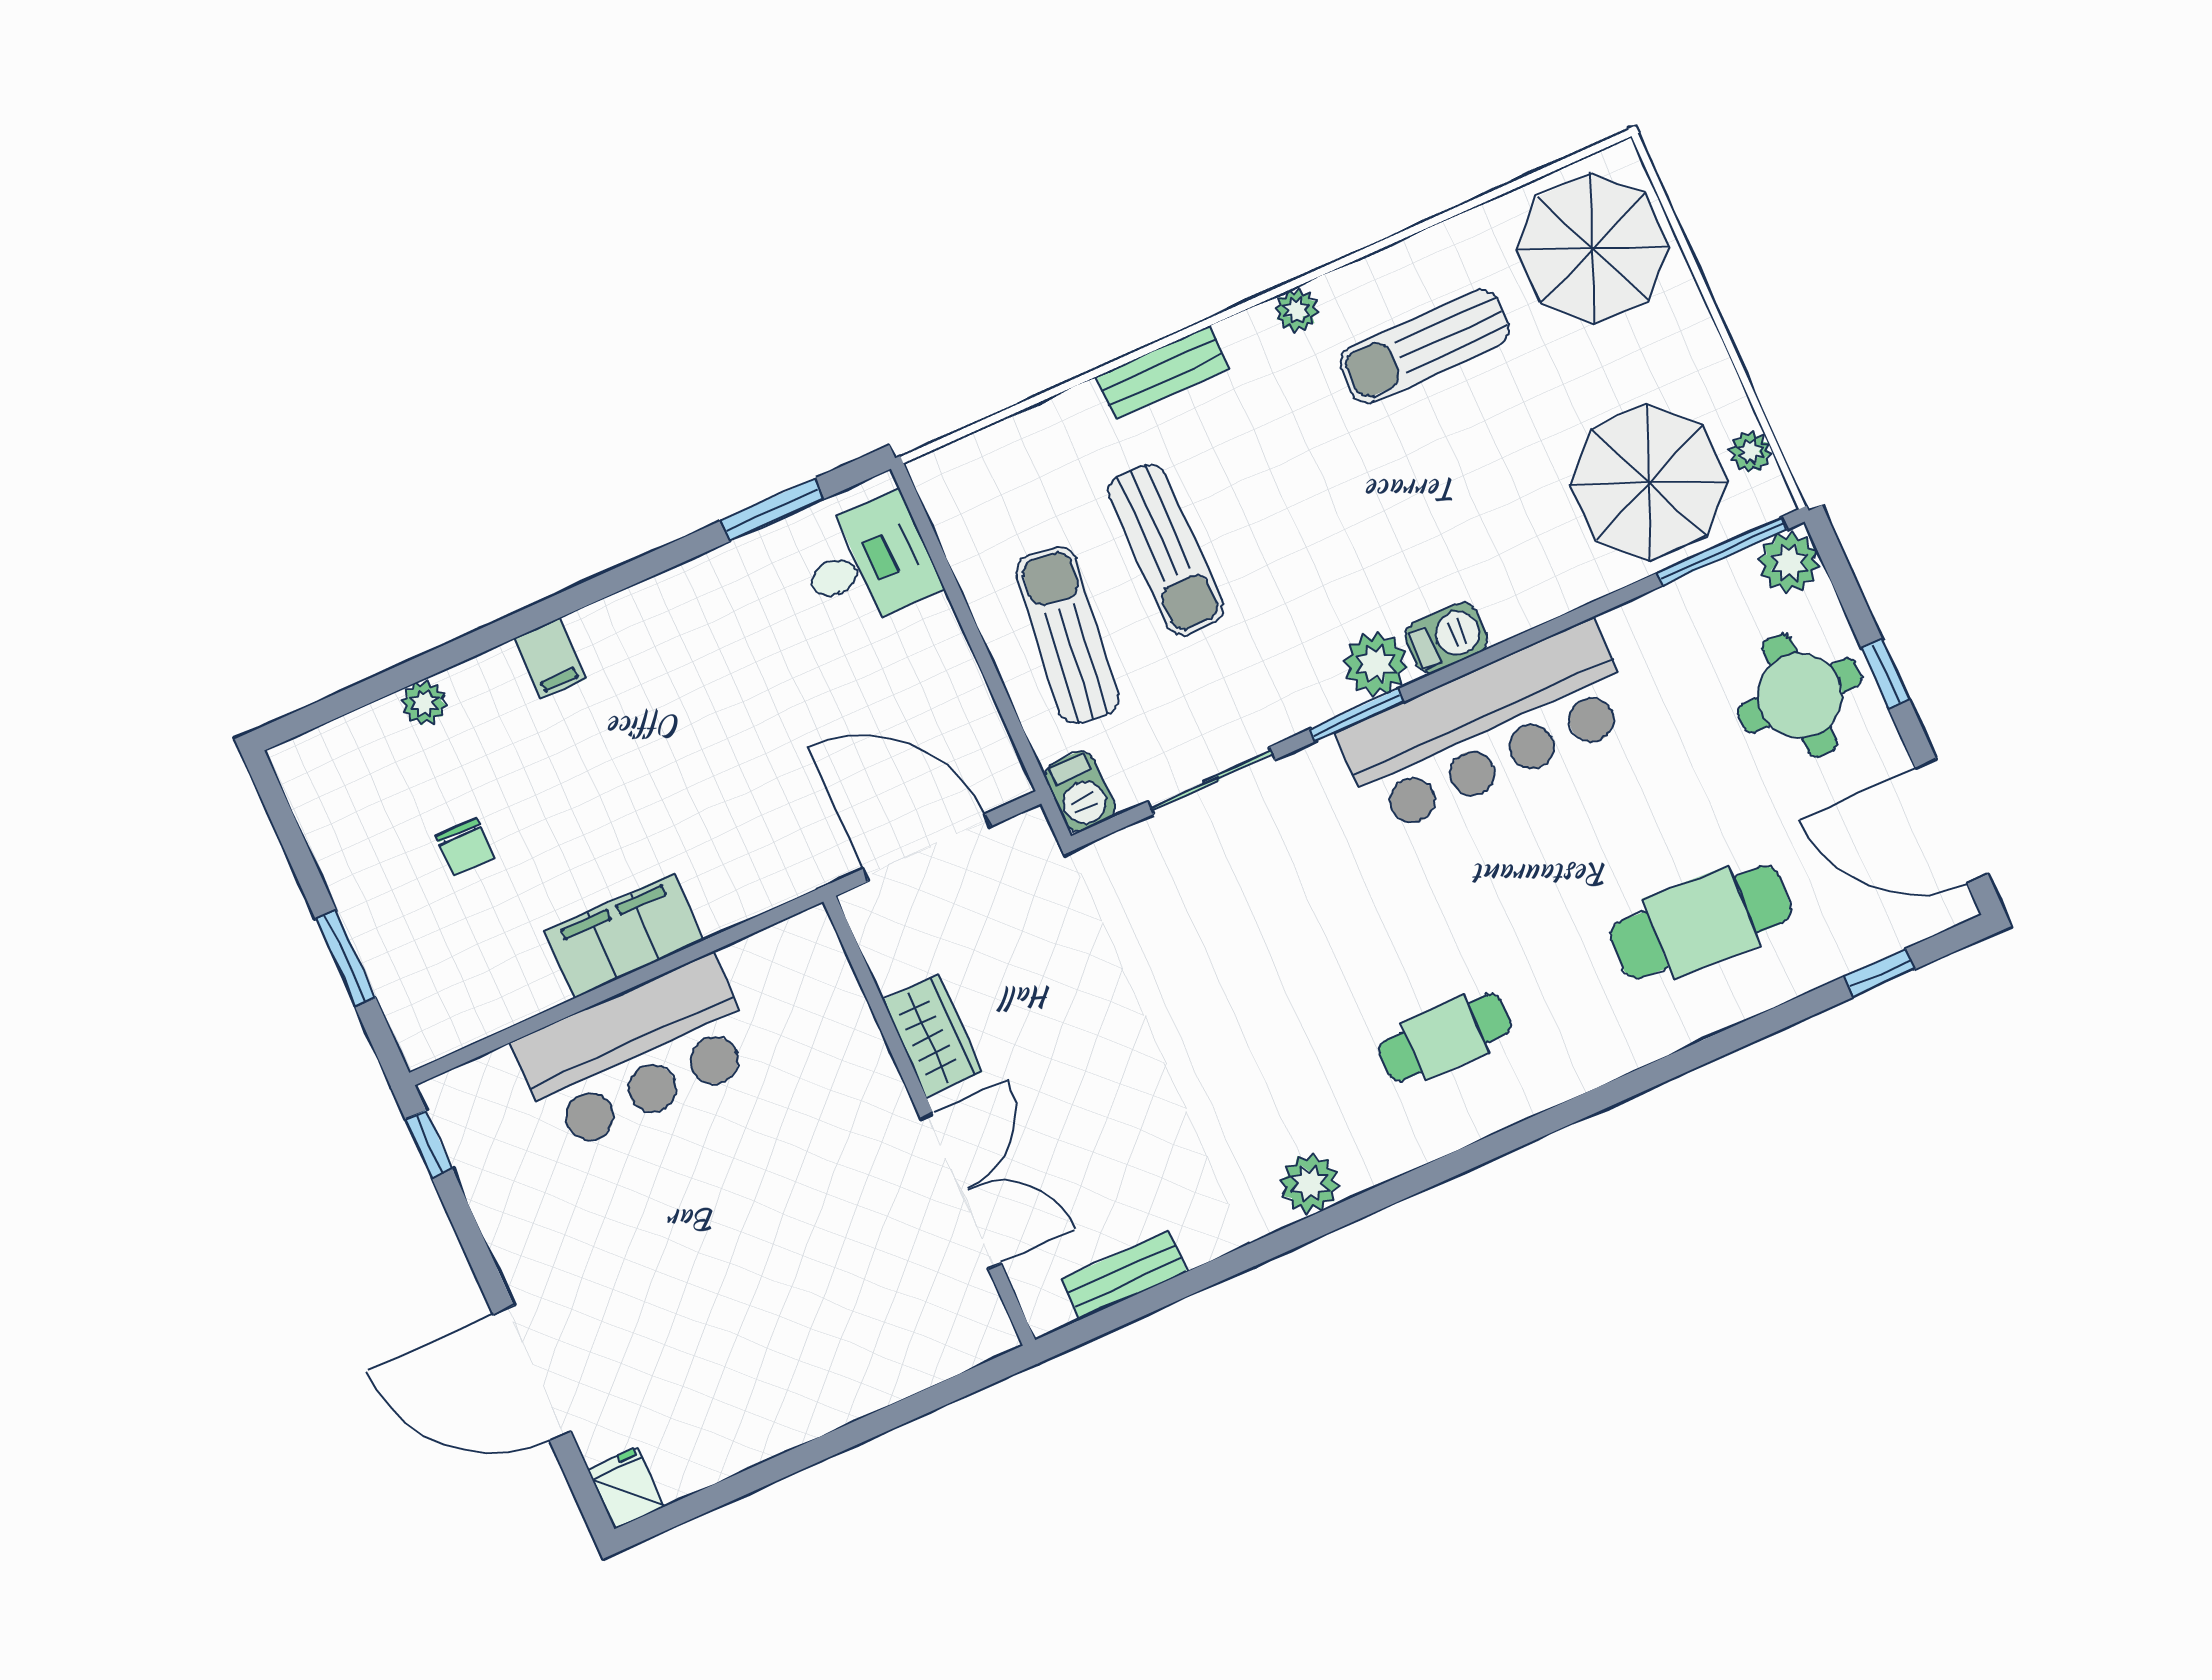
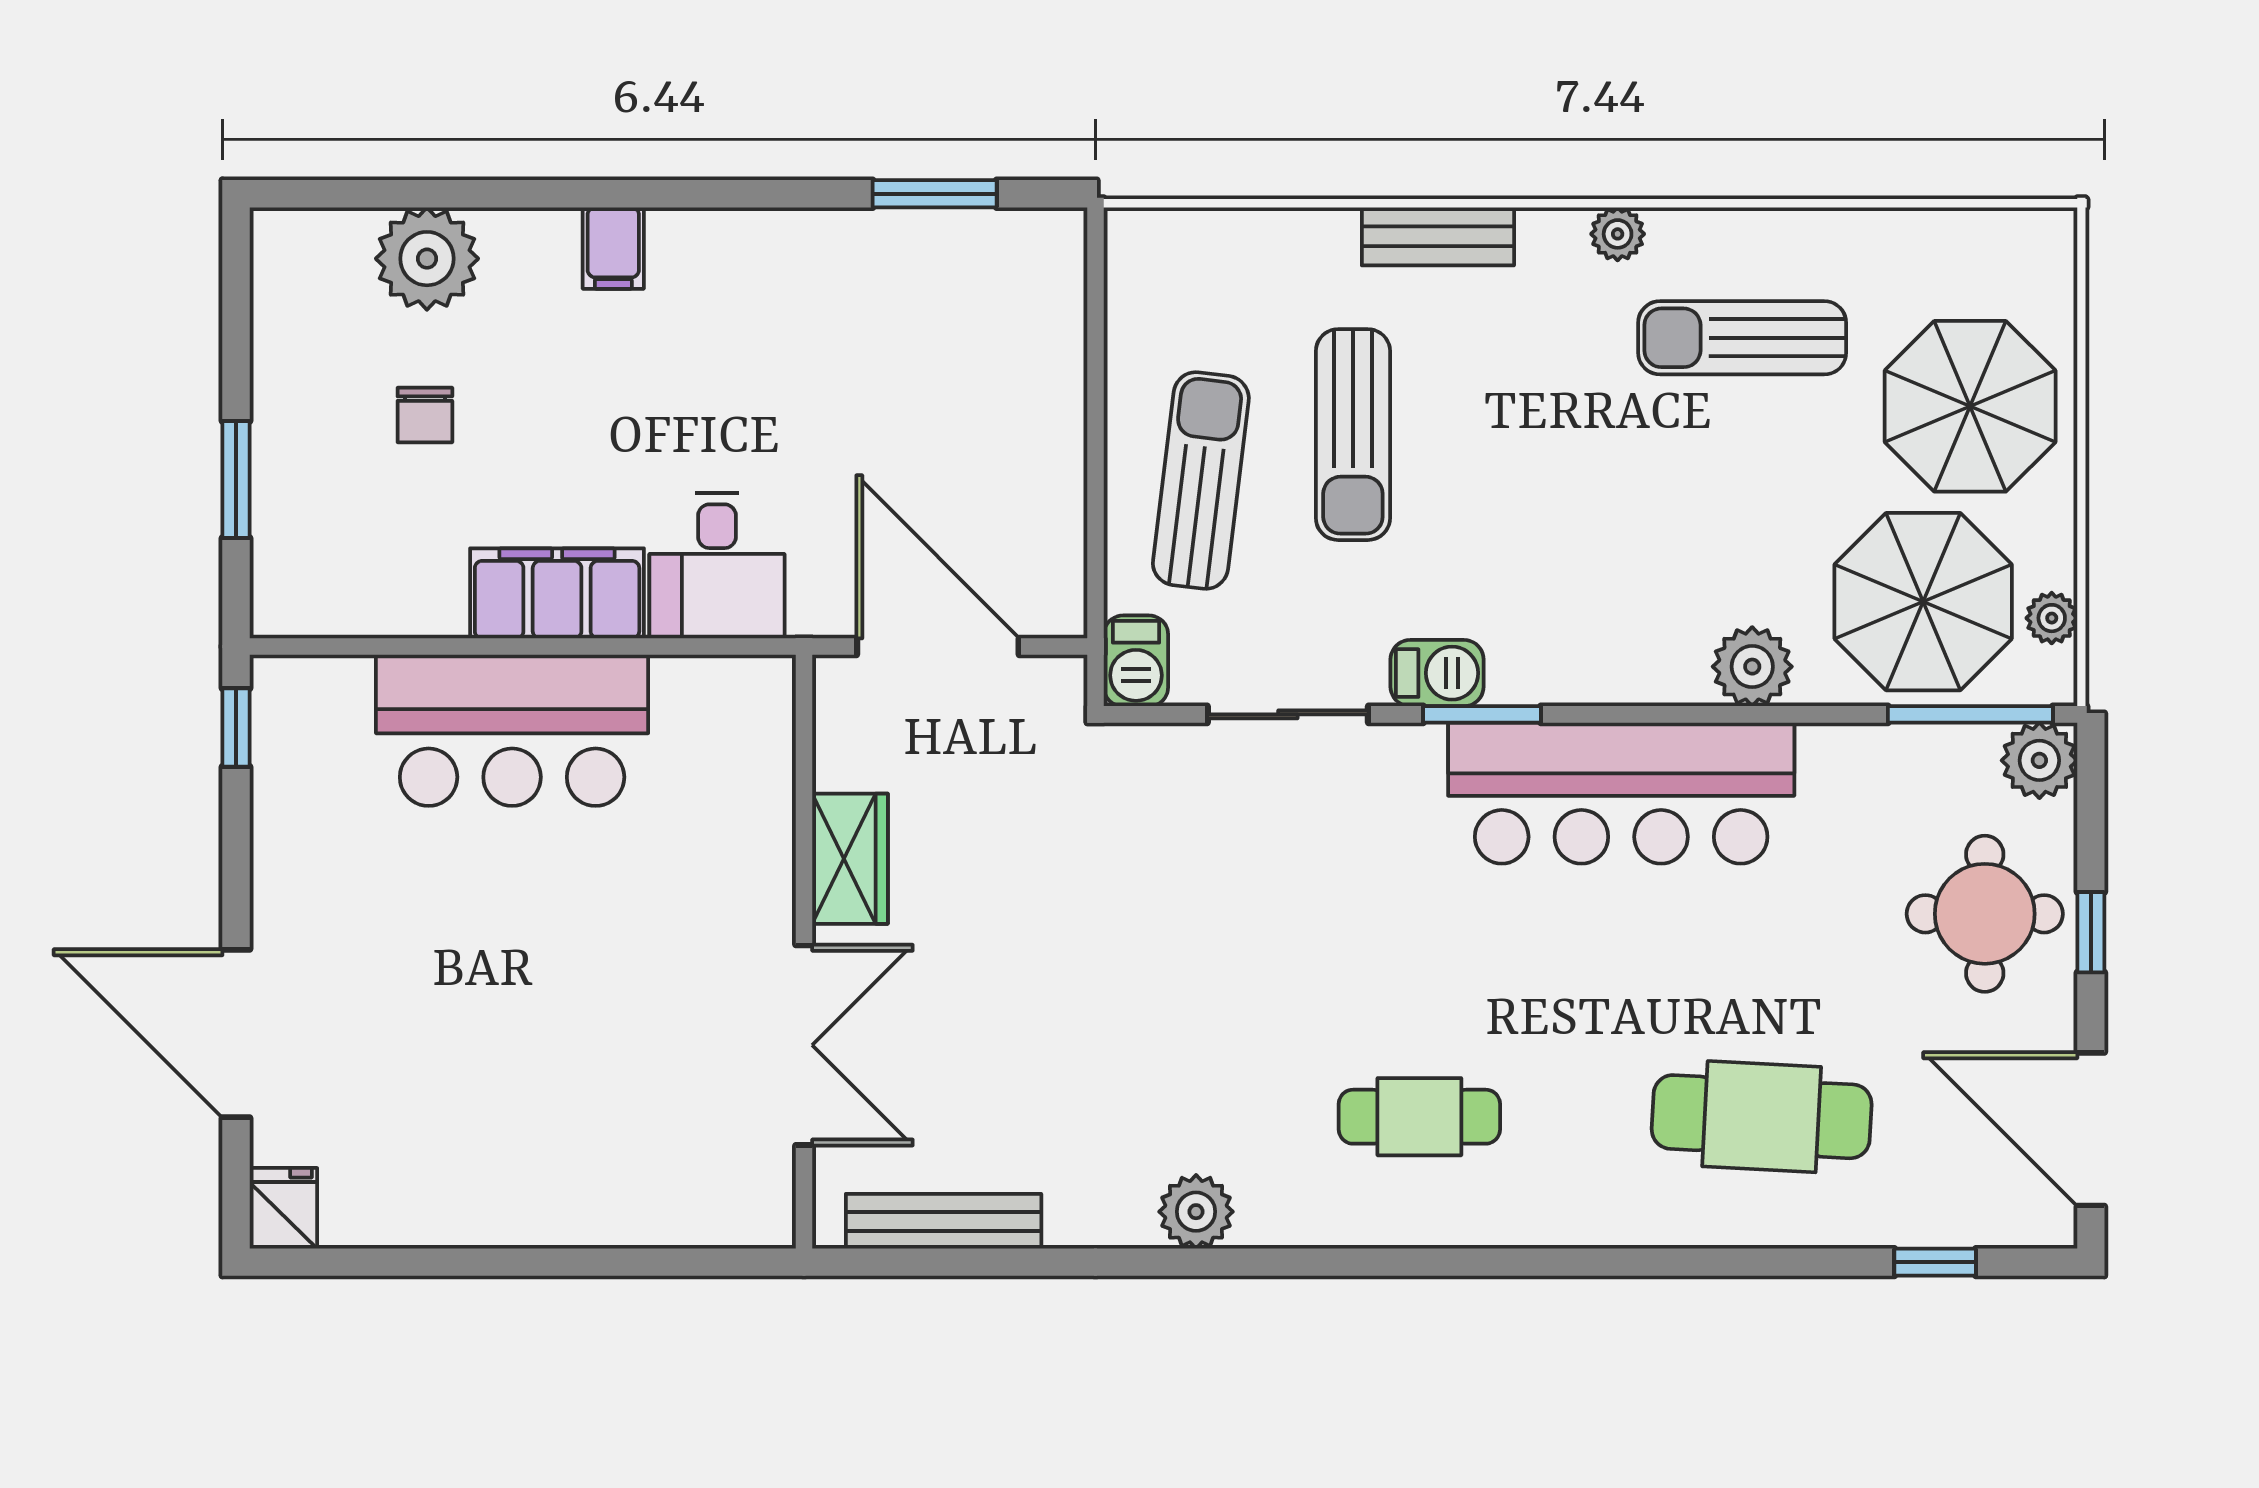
parasol: (1593, 249) -> (1970, 406), moved
desk: (868, 563) -> (717, 566), moved, turned 90
barbecue: (1446, 638) -> (1437, 673), moved
plant: (1376, 664) -> (1752, 667), moved
plant: (424, 703) -> (427, 259), width x1.88, depth x1.88
bench: (1124, 1276) -> (944, 1221), width x1.36

